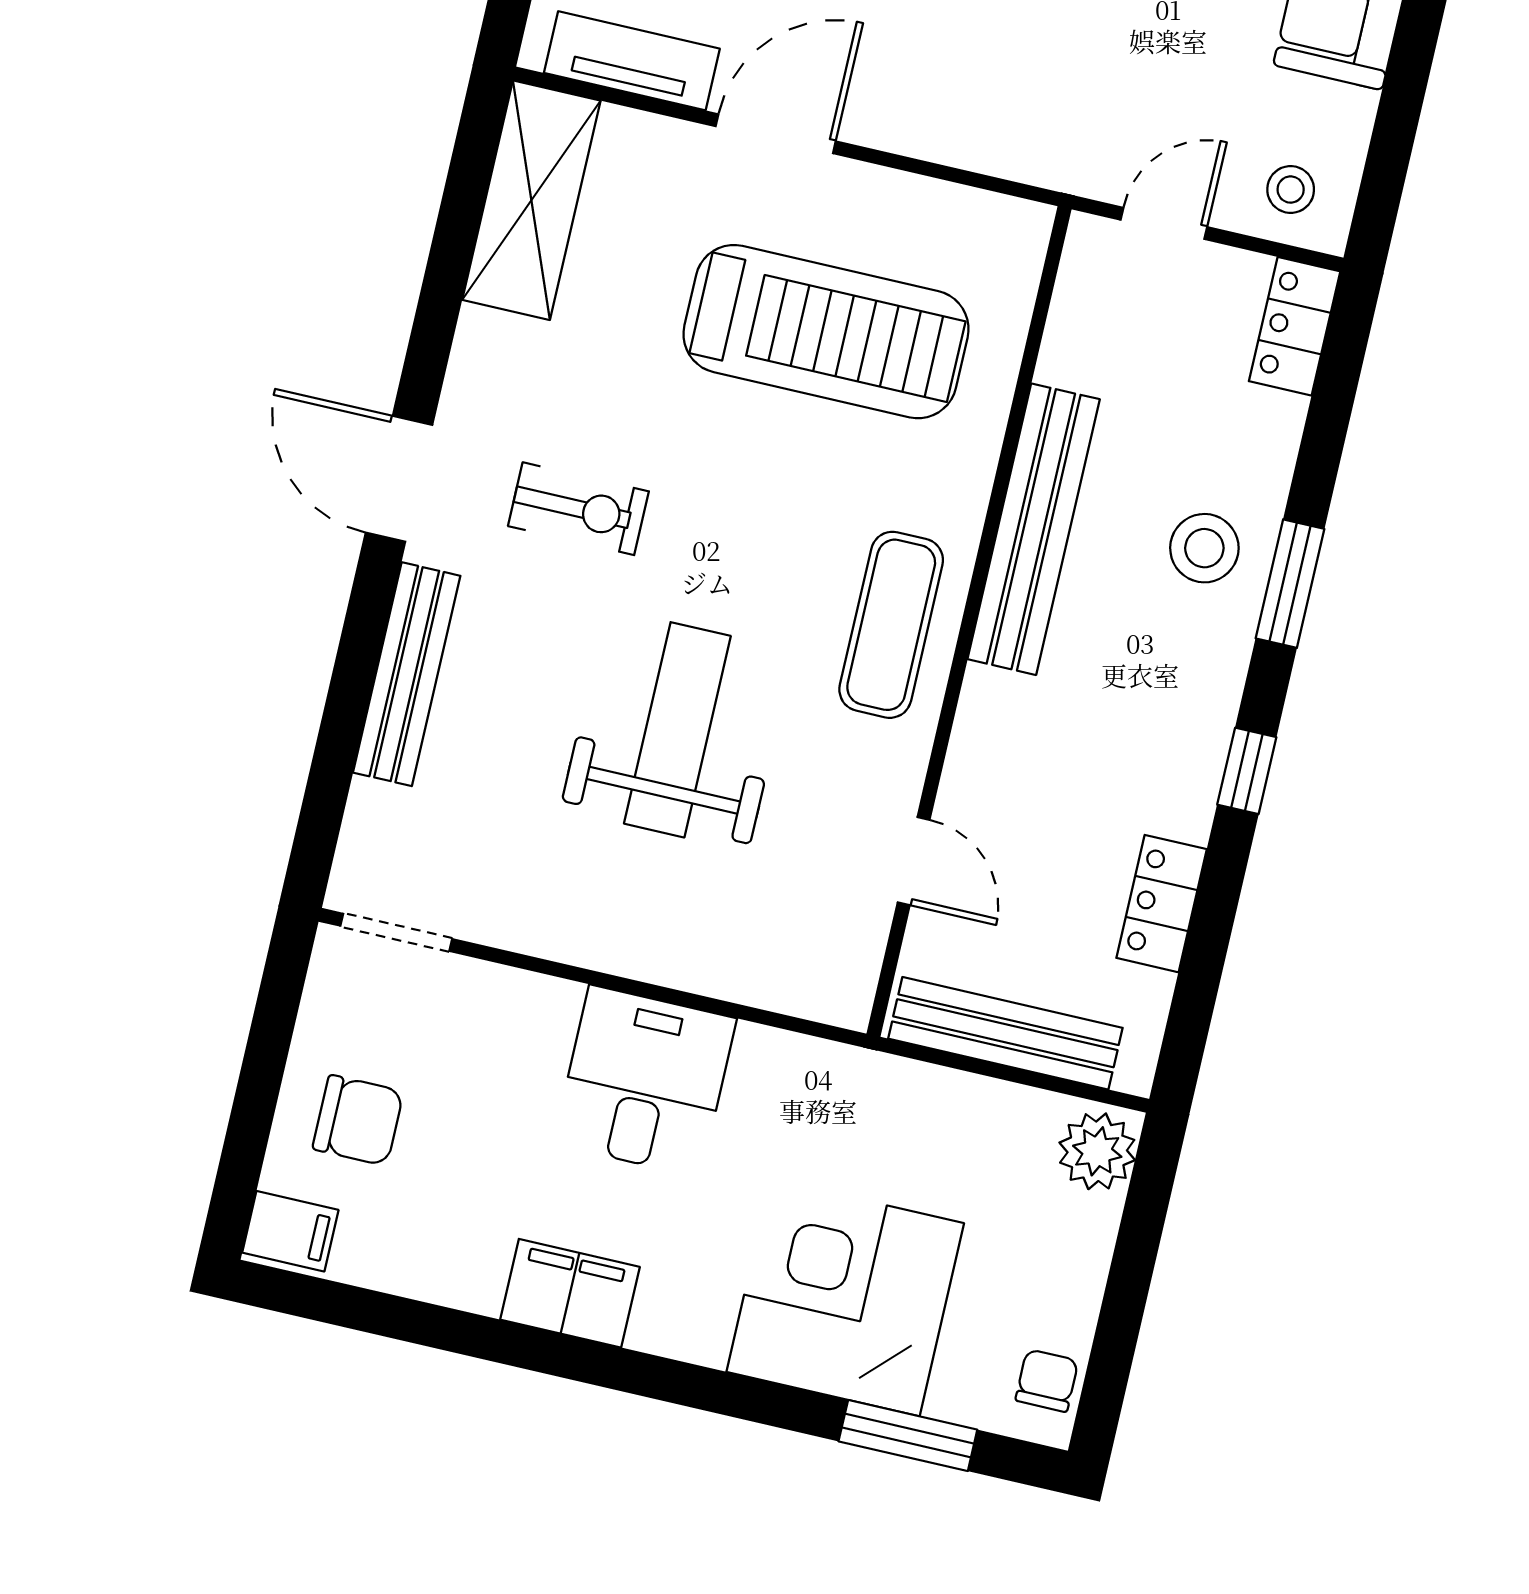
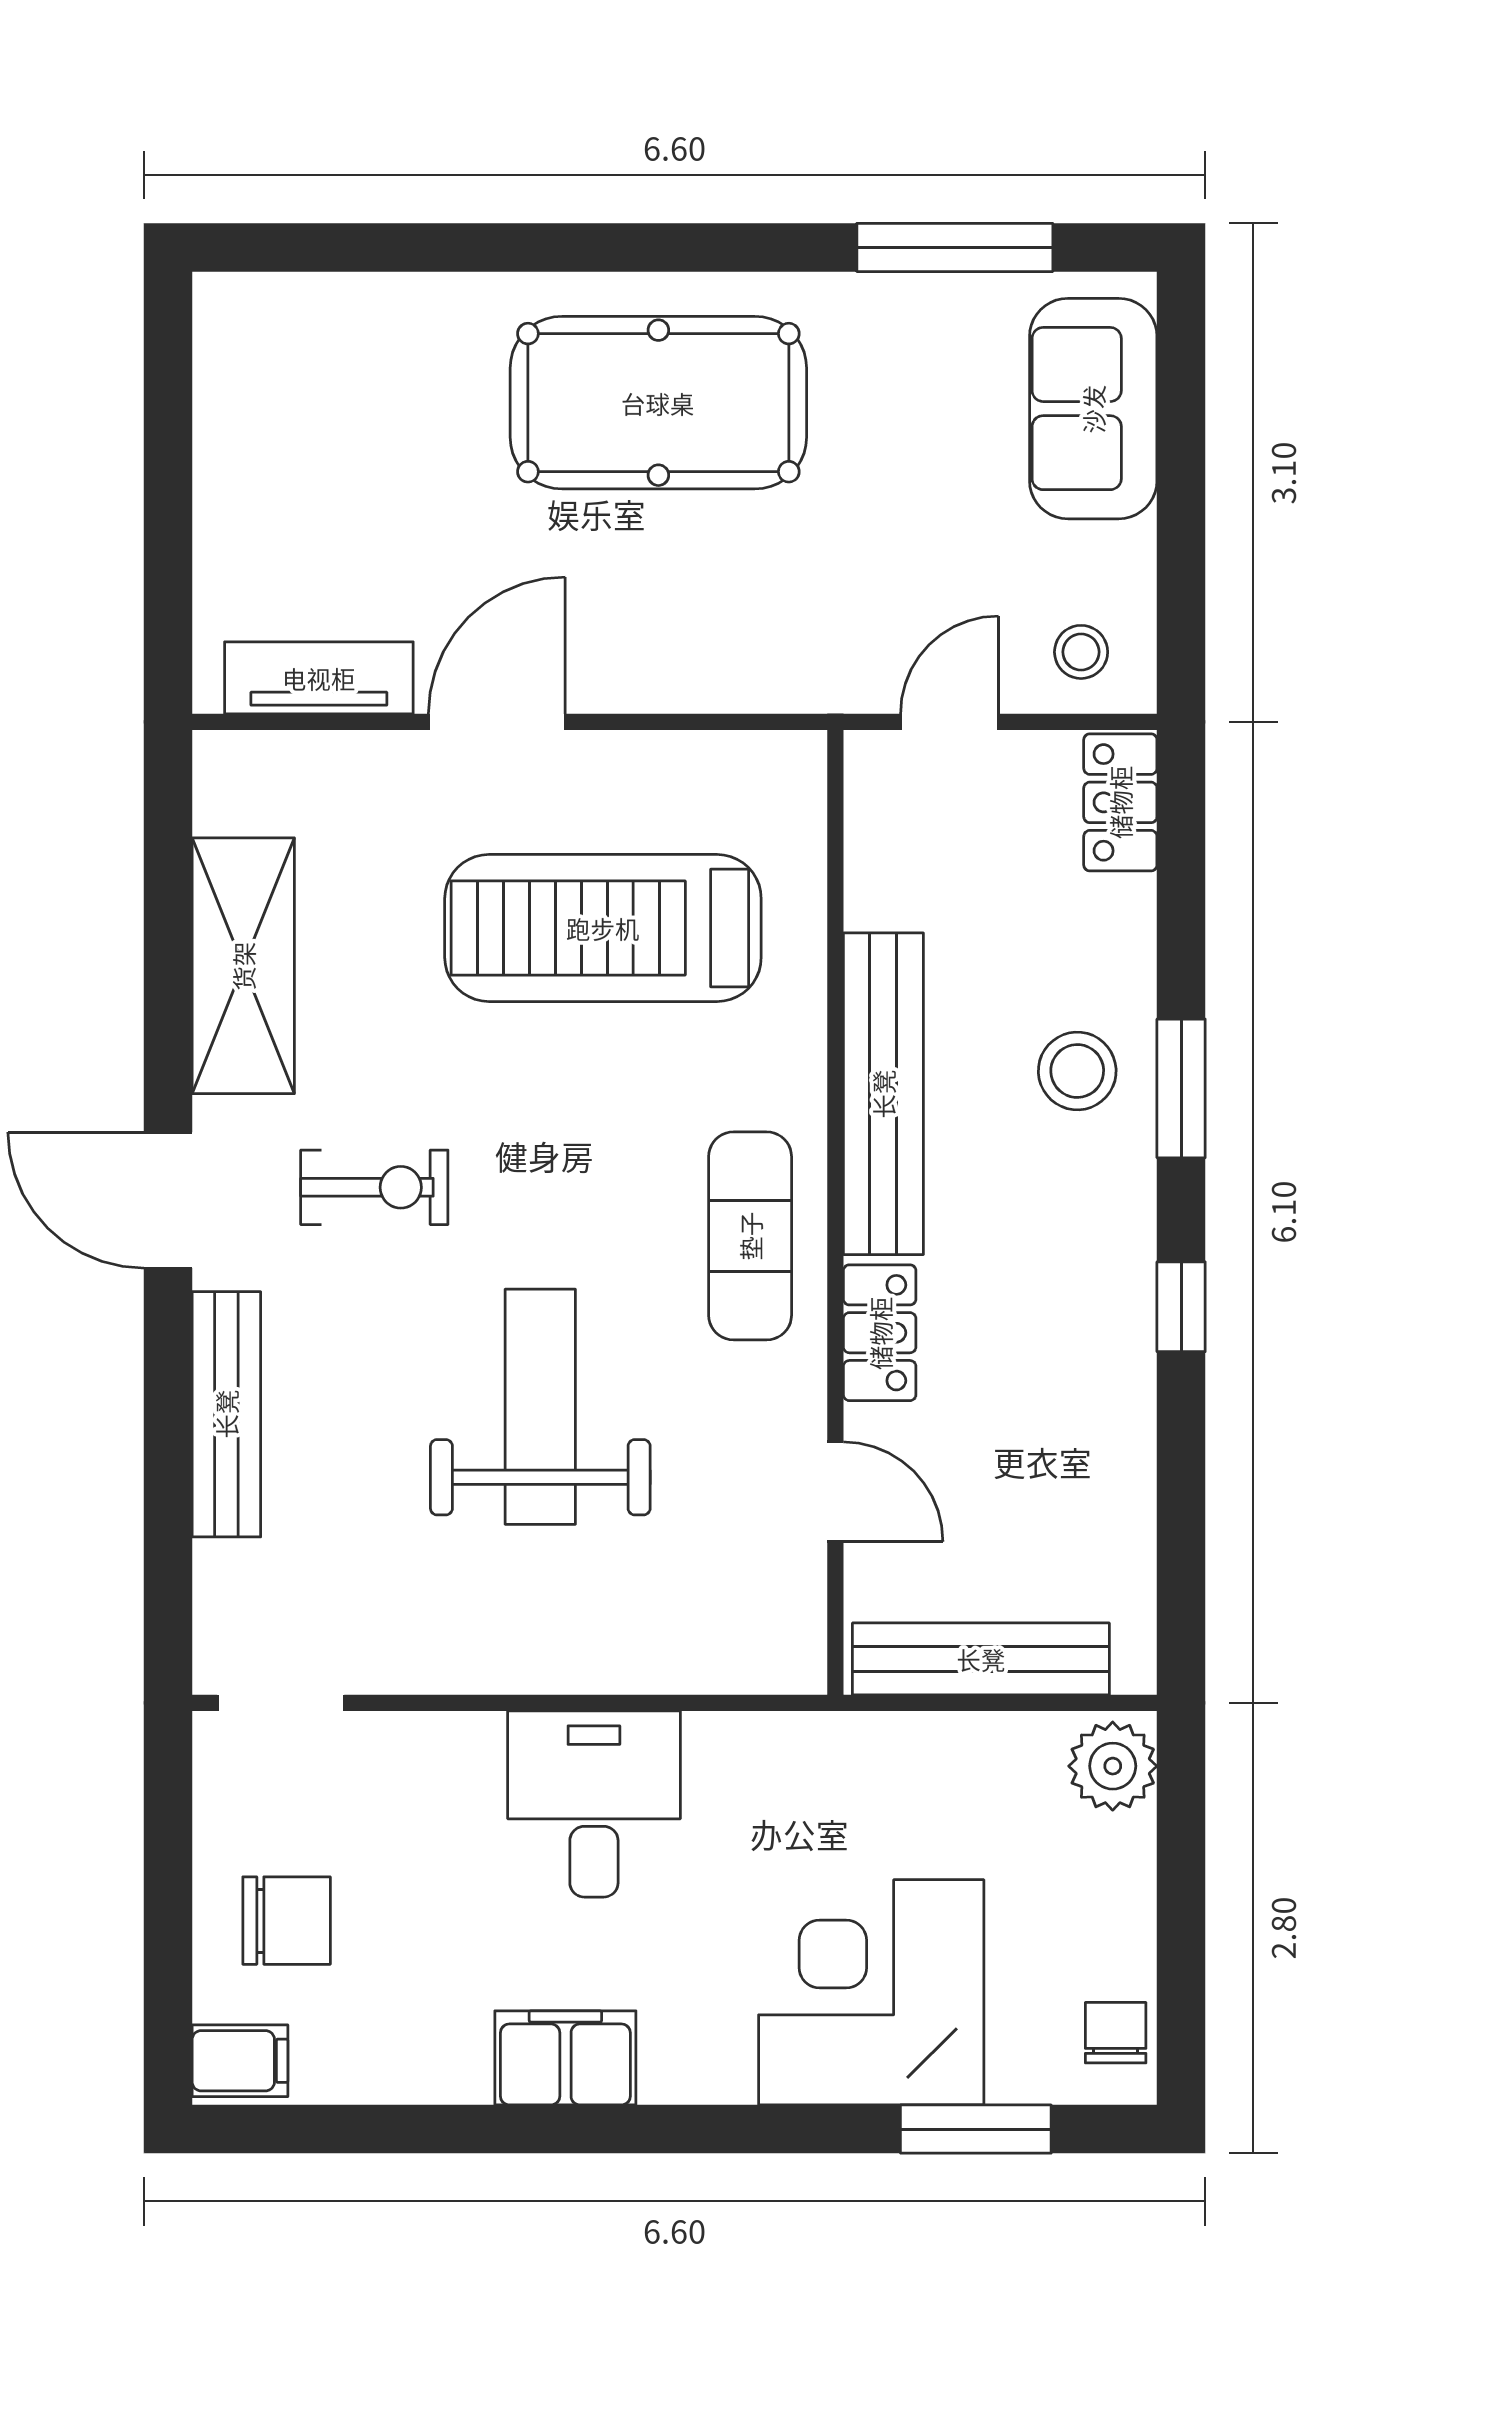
shelving: (531, 200) -> (243, 966), moved
treadmill: (826, 332) -> (603, 928), turned 180
locker: (1162, 904) -> (880, 1333), moved, turned 180

